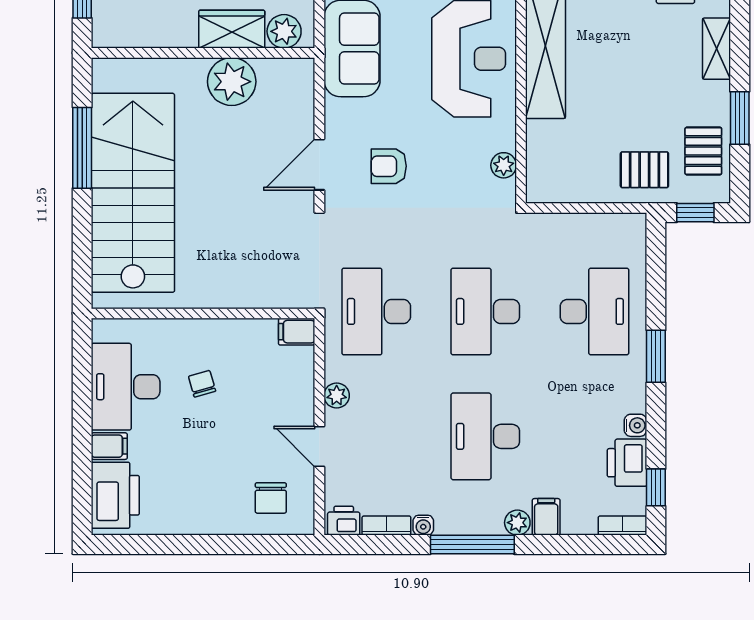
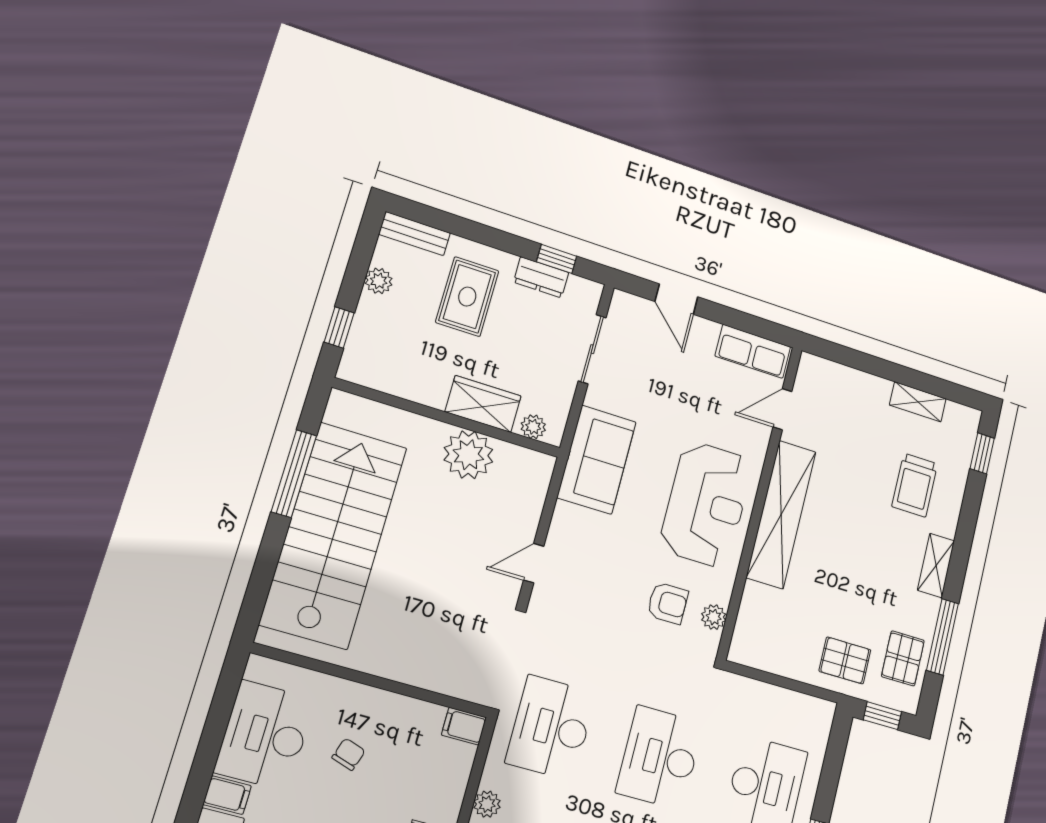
plant: (284, 31) -> (533, 427), width x0.73, depth x0.73
window: (740, 118) -> (942, 637), width x1.44
door: (319, 165) -> (534, 563), width x0.73
armchair: (389, 166) -> (668, 603), moved, turned 180
chair: (202, 384) -> (349, 754), turned 34

